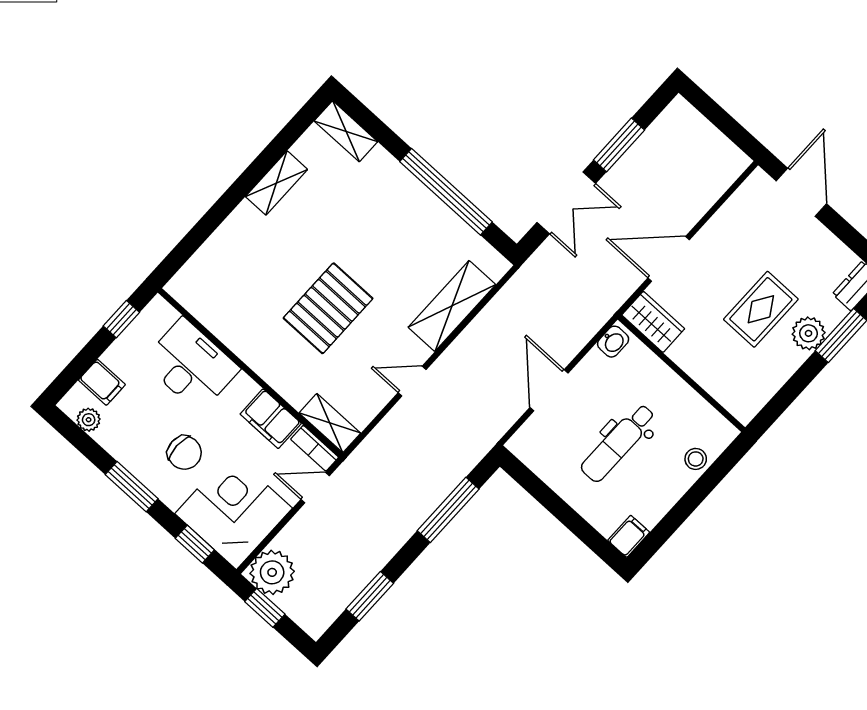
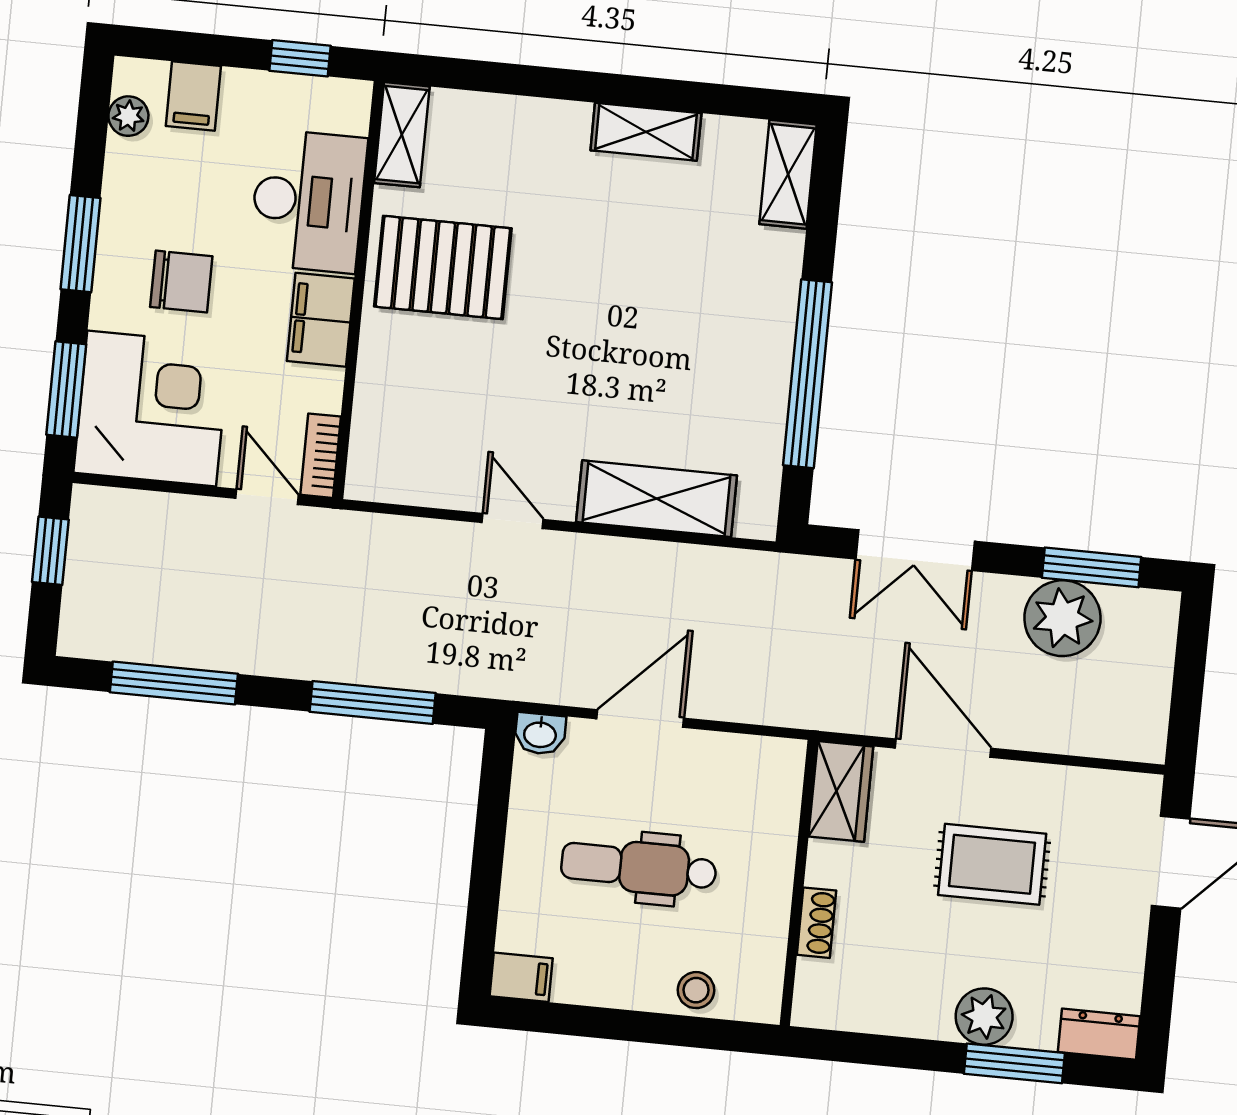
window: (619, 145) -> (1092, 567), moved
pallet: (328, 308) -> (443, 267), moved
rug: (761, 309) -> (992, 864), moved
washbasin: (613, 342) -> (540, 734), moved
shoe rack: (706, 379) -> (817, 923), added
filing cabinet: (271, 419) -> (321, 320), moved
shelving: (330, 423) -> (402, 135), moved
chair: (184, 453) -> (181, 282), turned -90
window: (195, 544) -> (66, 389), width x1.50
plant: (272, 572) -> (1062, 618), moved
window: (370, 596) -> (174, 683), width x1.44

